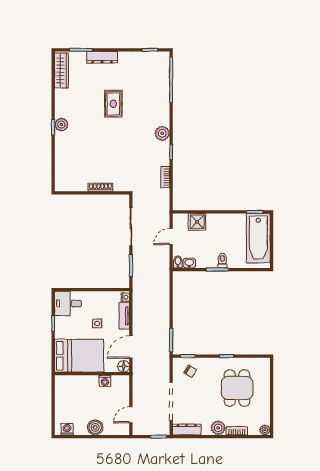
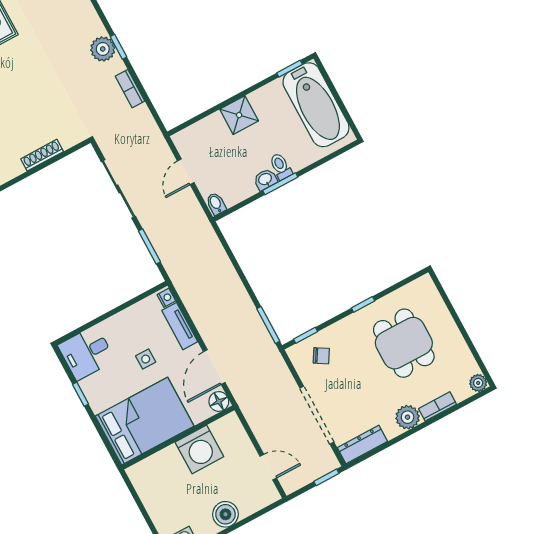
plant: (162, 133) -> (103, 49), moved
shower: (197, 222) -> (239, 115), moved
washbasin: (189, 263) -> (265, 179), moved
washing machine: (105, 381) -> (199, 449), width x1.89, depth x1.89
door: (131, 415) -> (268, 467), swing flipped

